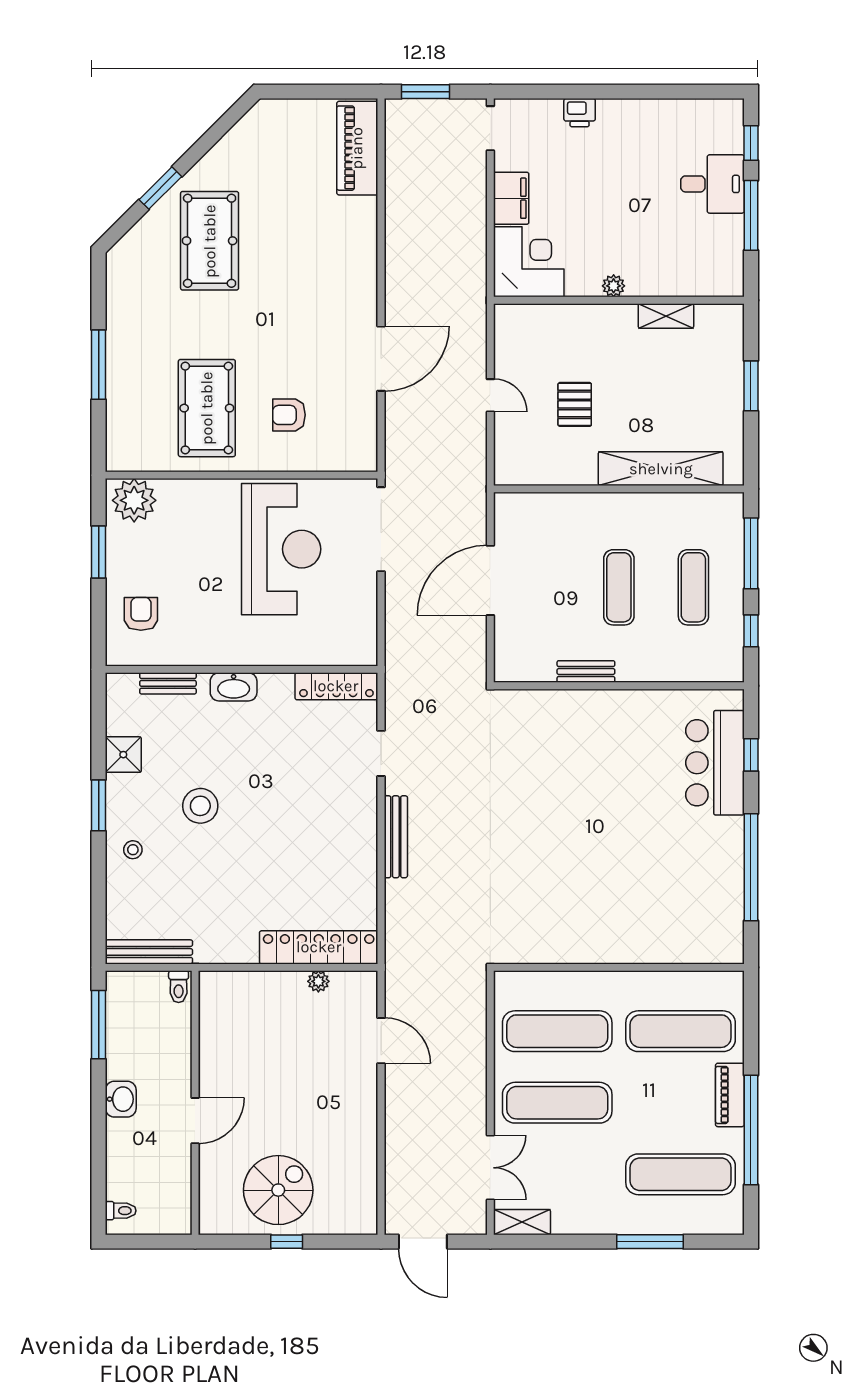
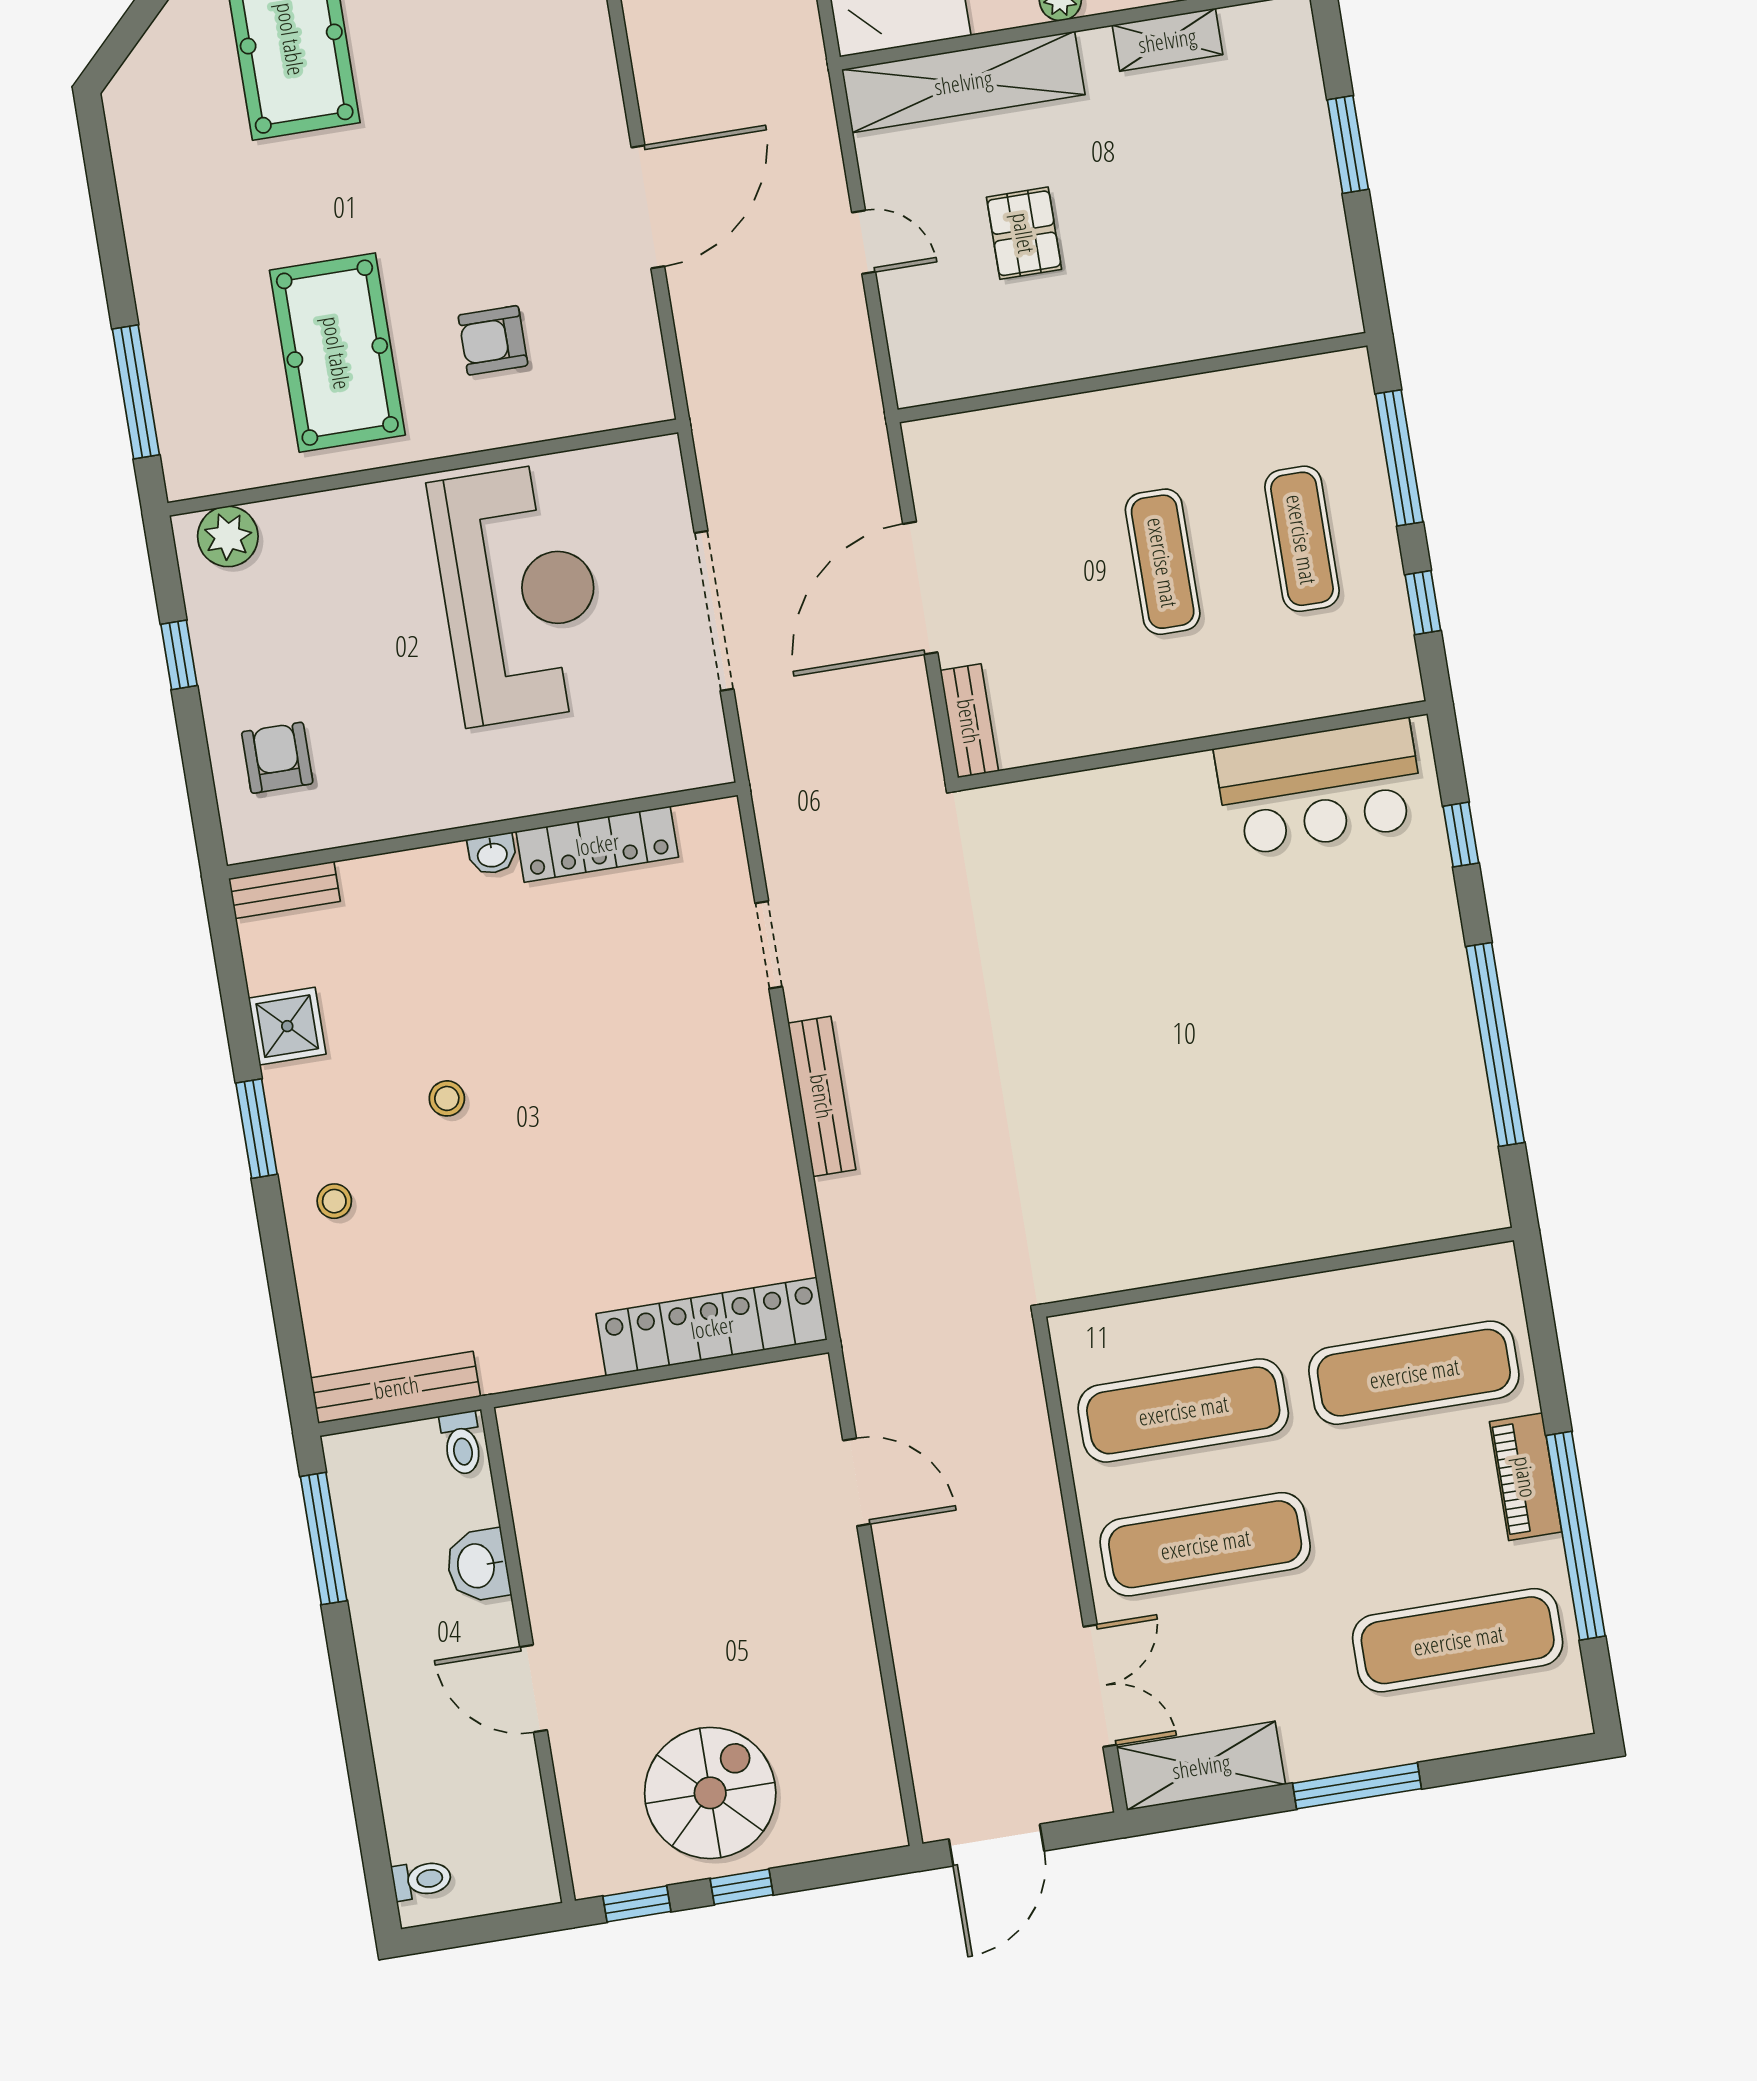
window: (99, 365) -> (136, 392), moved
shelving: (661, 469) -> (963, 82), moved
plant: (134, 500) -> (228, 536), width x0.73, depth x0.73
doorway: (381, 529) -> (714, 611), moved
window: (99, 552) -> (179, 655), width x0.67
bench: (586, 671) -> (969, 721), moved, turned 90
bench: (168, 683) -> (285, 890), moved
locker: (336, 686) -> (597, 844), moved
washbasin: (234, 687) -> (492, 854), width x0.52, depth x0.69
bar counter: (715, 763) -> (1320, 787), moved, turned -90
stool: (200, 806) -> (447, 1098), width x0.53, depth x0.53
plant: (318, 981) -> (721, 1390), removed
washbasin: (121, 1099) -> (478, 1566), moved, turned 180
door: (195, 1121) -> (534, 1688), swing flipped
shelving: (522, 1222) -> (1201, 1766), width x1.50, depth x1.33
window: (231, 1242) -> (637, 1904), added
door: (423, 1242) -> (997, 1845), hinge flipped
window: (650, 1242) -> (1357, 1786), moved

